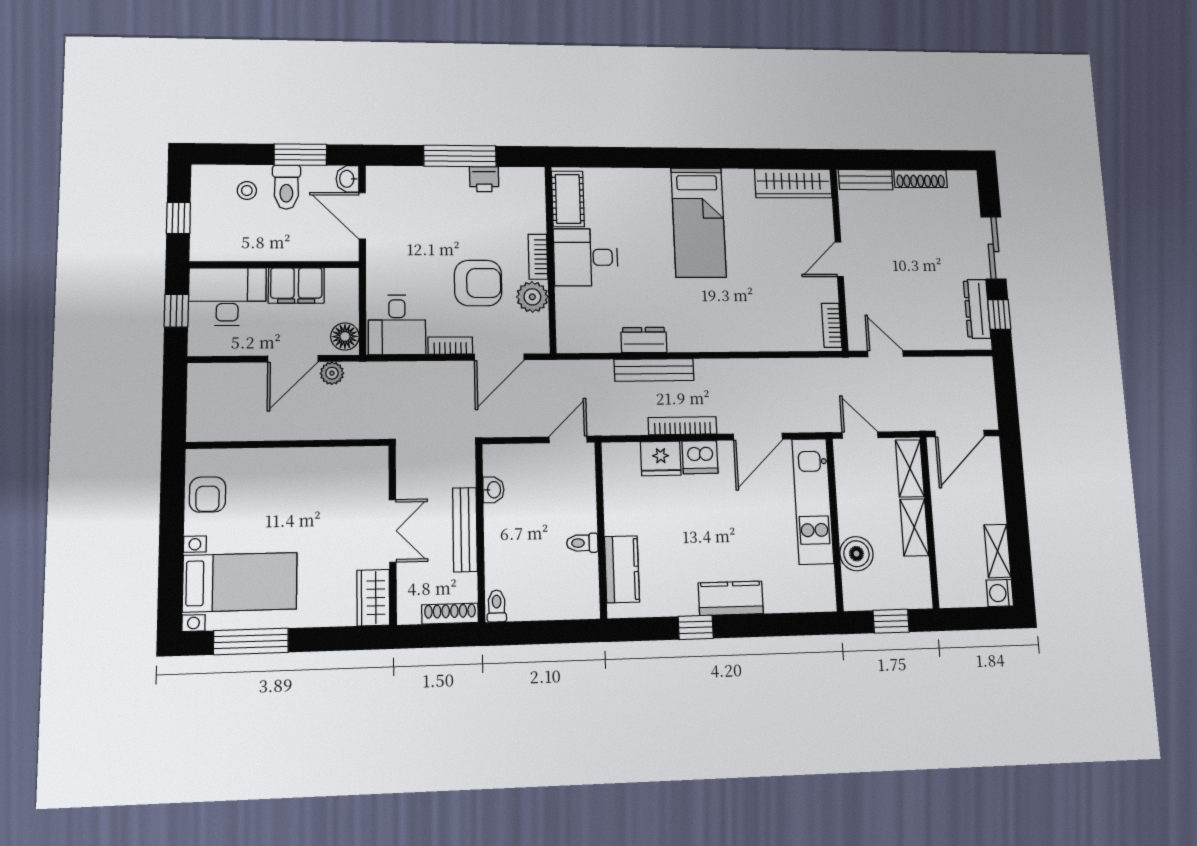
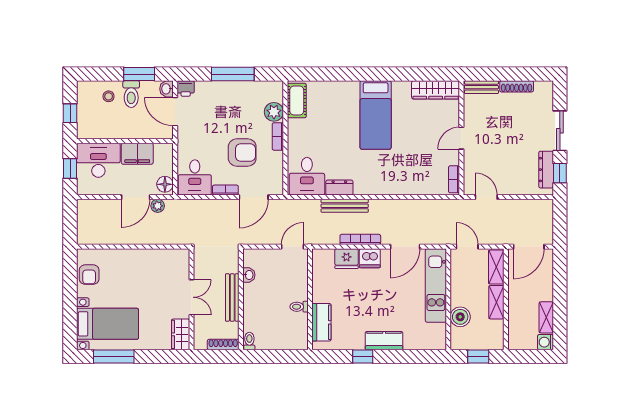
printer: (484, 179) -> (186, 88), moved
desk: (586, 257) -> (307, 176), moved, turned -90
plant: (532, 297) -> (274, 112), moved

